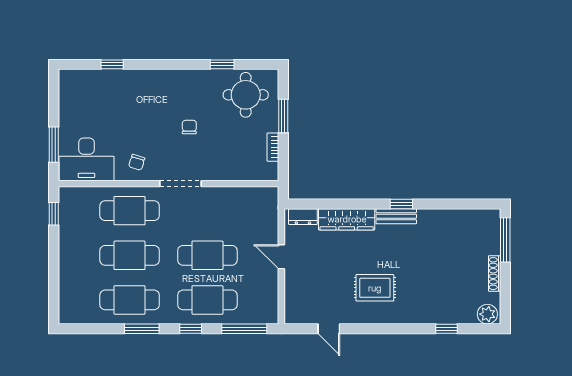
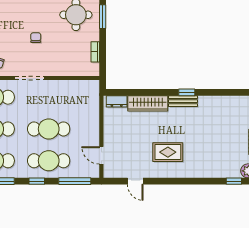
window: (283, 116) -> (103, 17), moved
door: (281, 257) -> (101, 155), moved
window: (447, 329) -> (234, 181), moved

